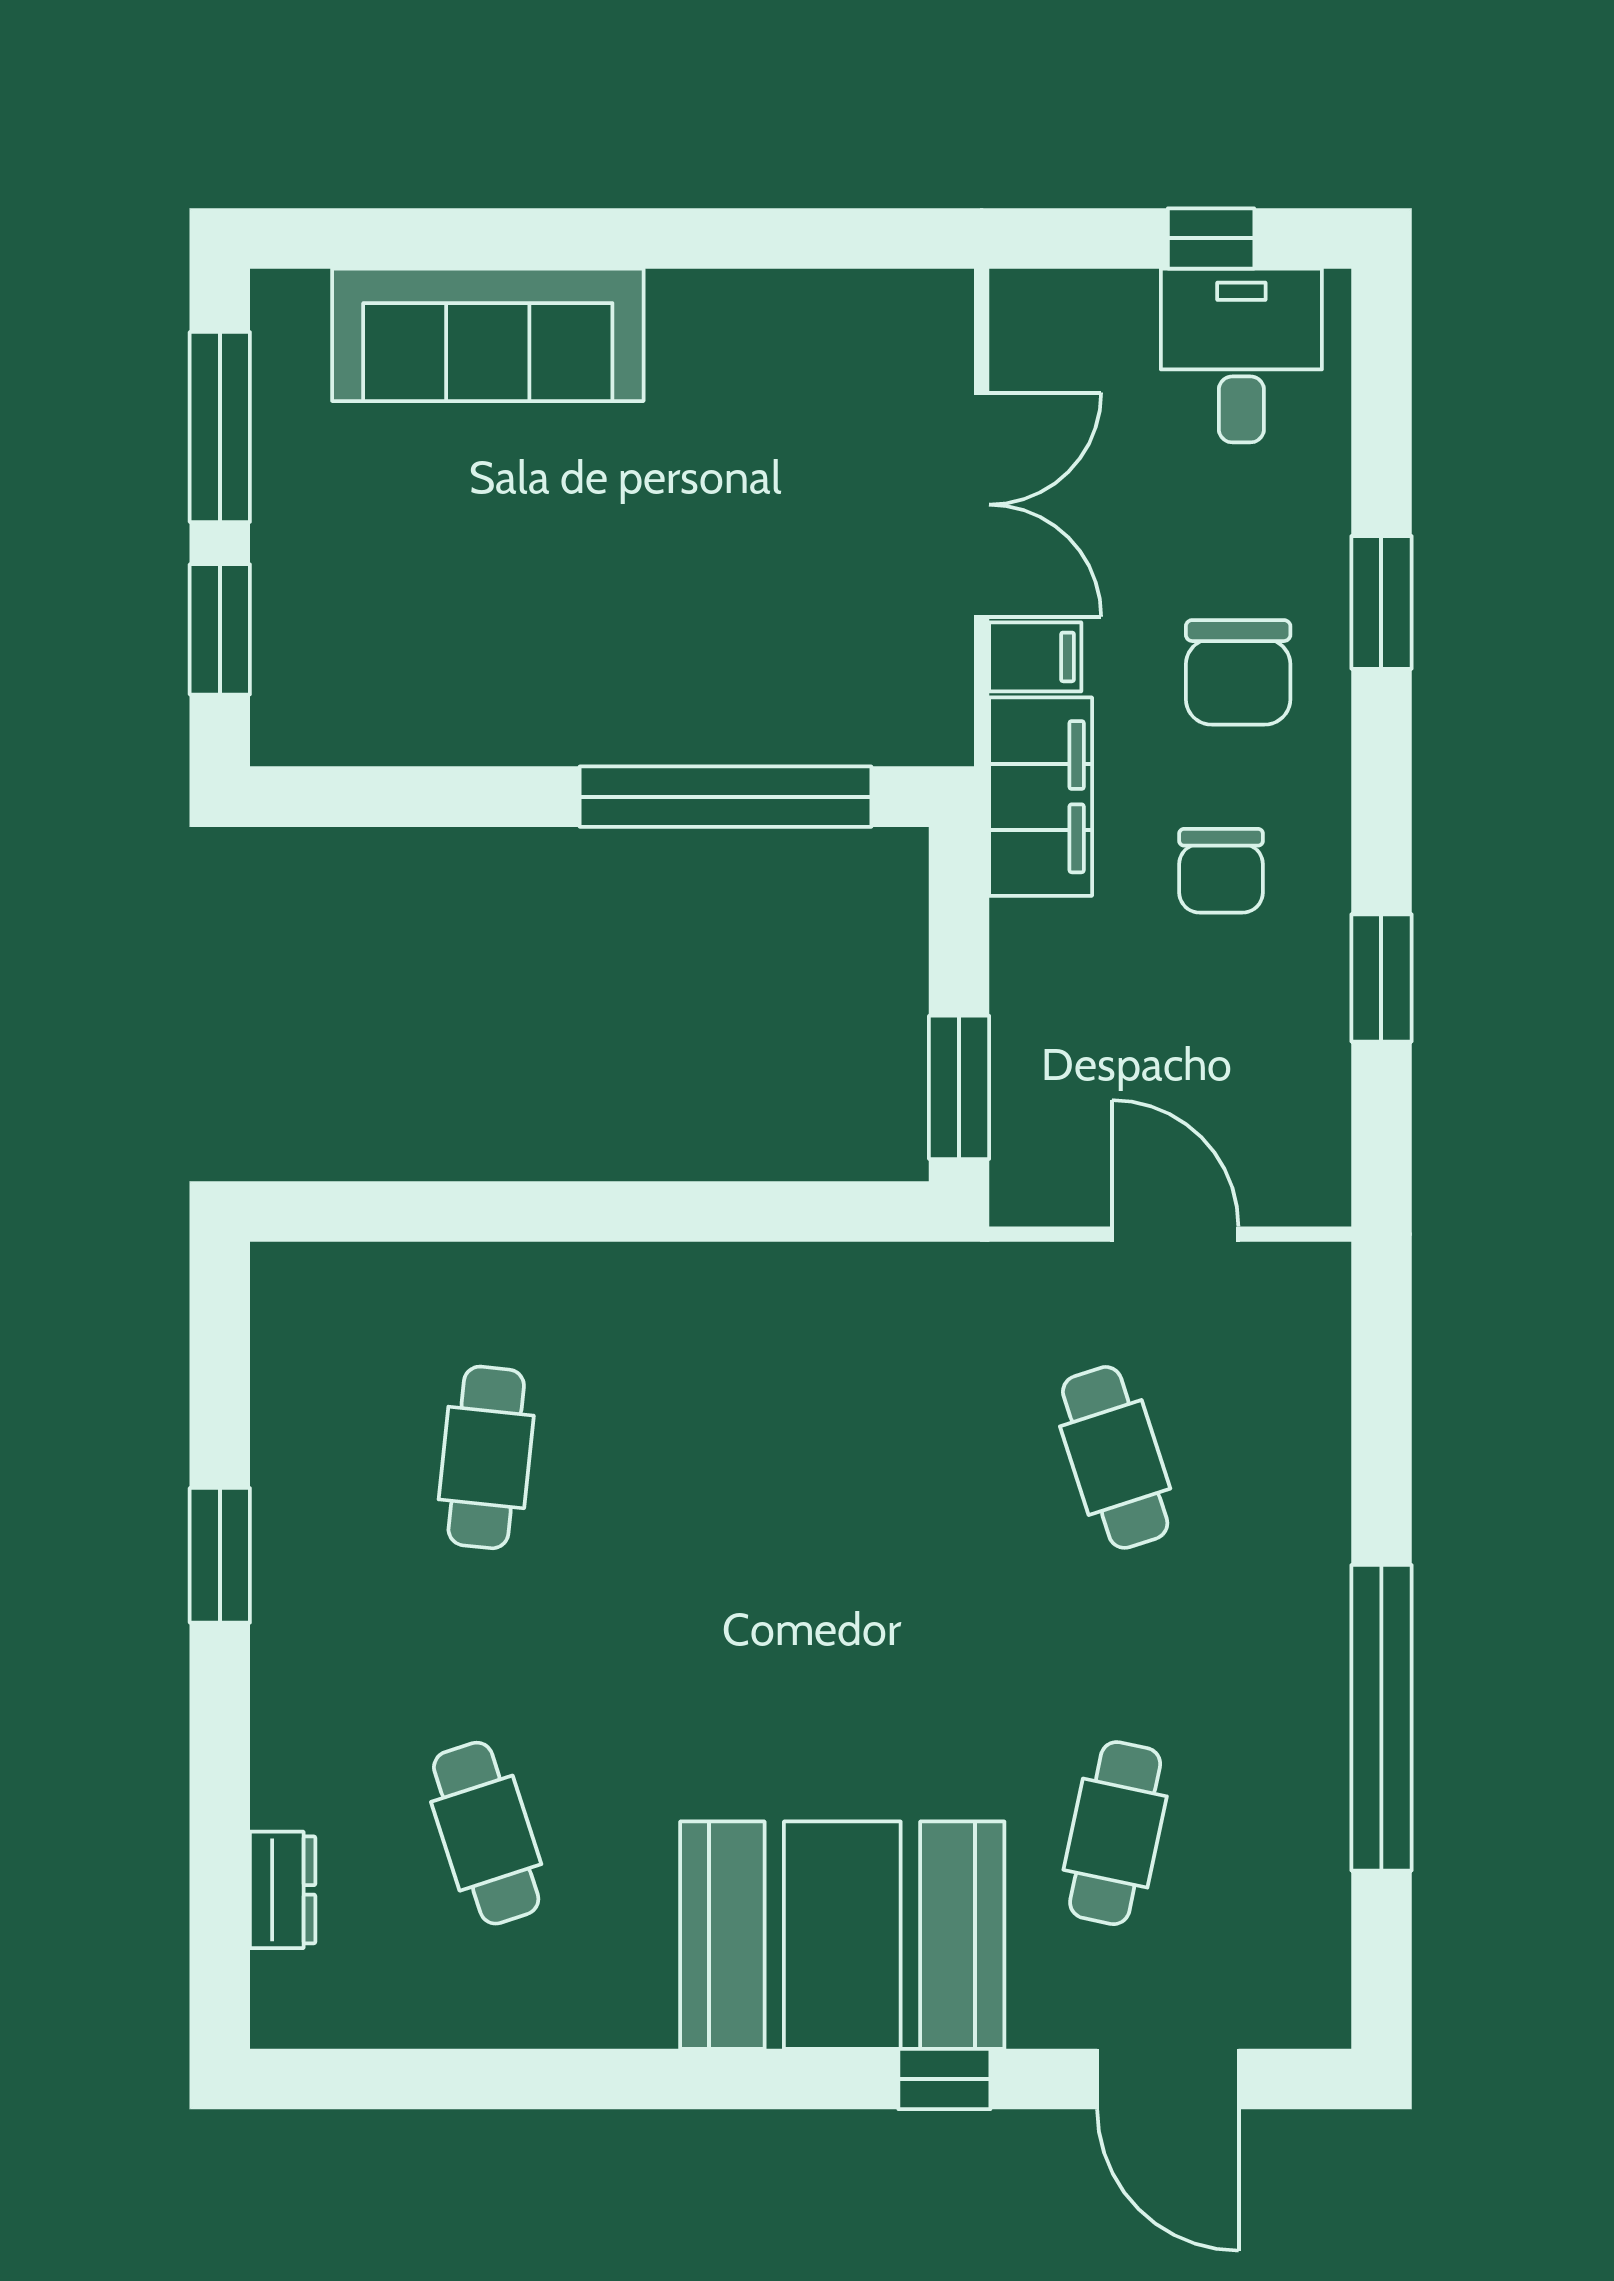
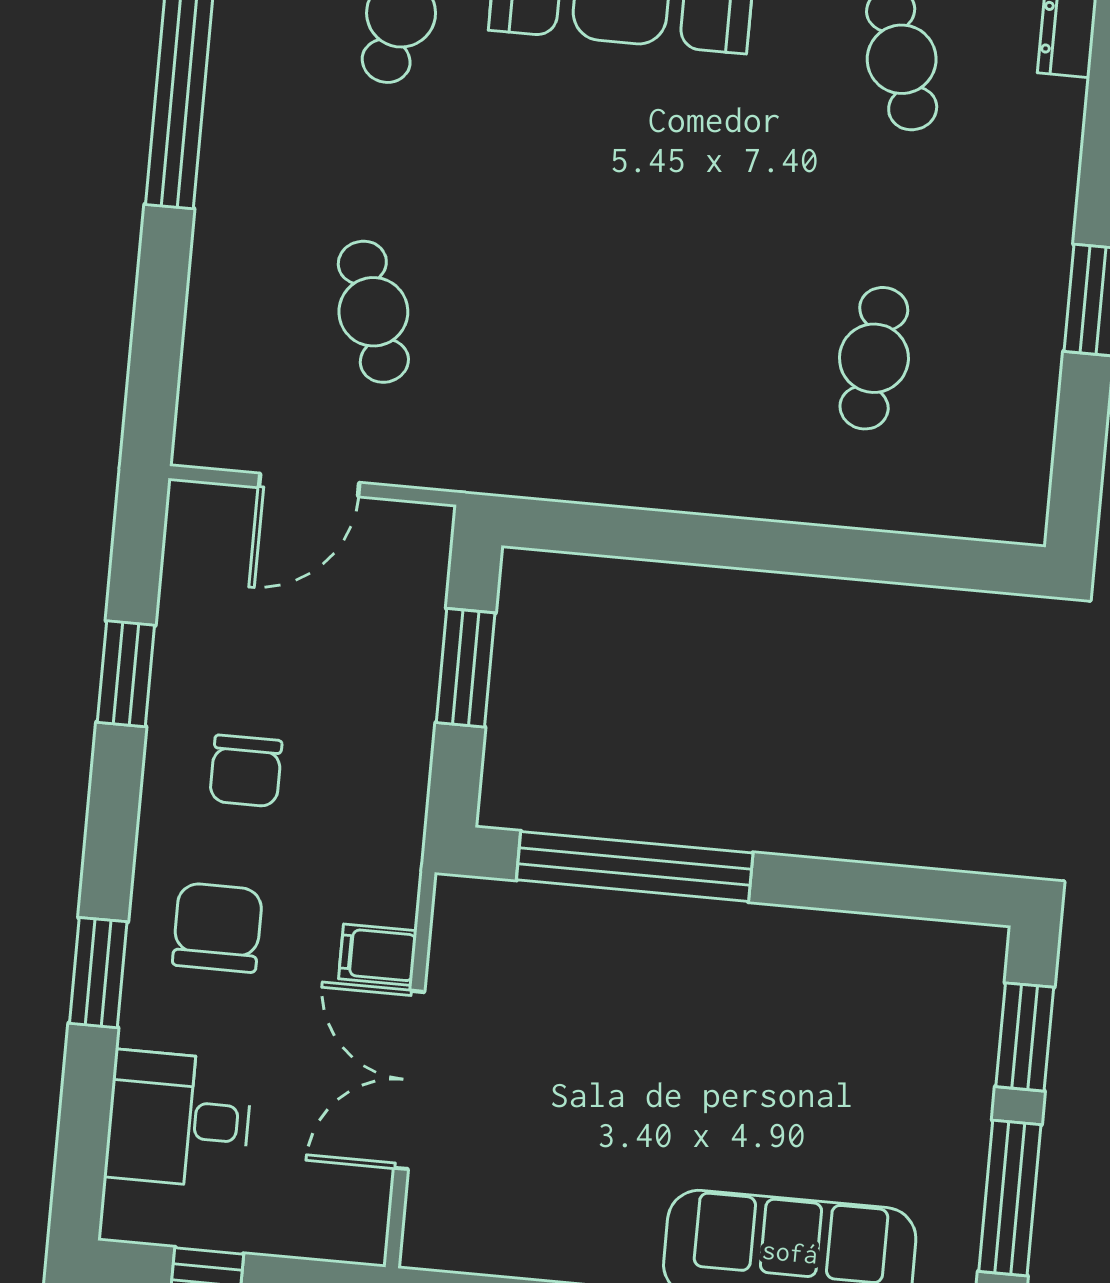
desk: (1241, 356) -> (179, 1119), moved, turned 90
filing cabinet: (1041, 797) -> (384, 843), removed
chair: (1221, 871) -> (246, 771), turned 180
window: (959, 1087) -> (466, 668), moved
door: (1175, 1234) -> (309, 485), hinge flipped

